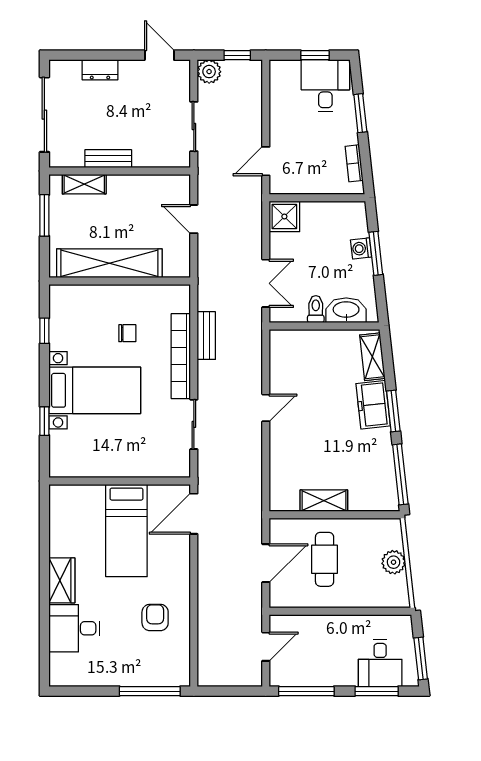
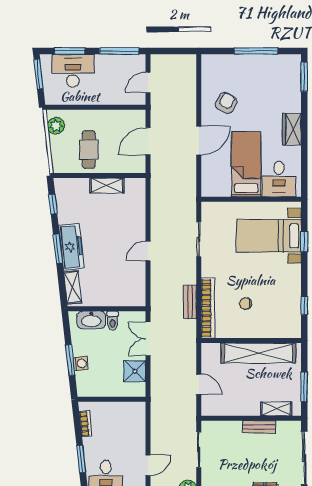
door: (266, 161) -> (148, 465), moved
shower: (284, 216) -> (135, 371), moved
bookcase: (181, 356) -> (208, 308), moved
bed with nightstands: (95, 390) -> (269, 236), moved
freezer: (373, 405) -> (71, 247), width x1.40
window: (400, 474) -> (53, 204), width x0.46
door: (194, 514) -> (199, 141), moved
cafe table: (325, 559) -> (89, 150), moved
plant: (394, 562) -> (56, 126), moved
armchair: (155, 617) -> (226, 103), turned -152
desk: (74, 628) -> (279, 179), moved, turned 90
window: (44, 654) -> (304, 77), added
desk: (380, 663) -> (73, 71), width x1.37
window: (150, 691) -> (256, 51), moved

